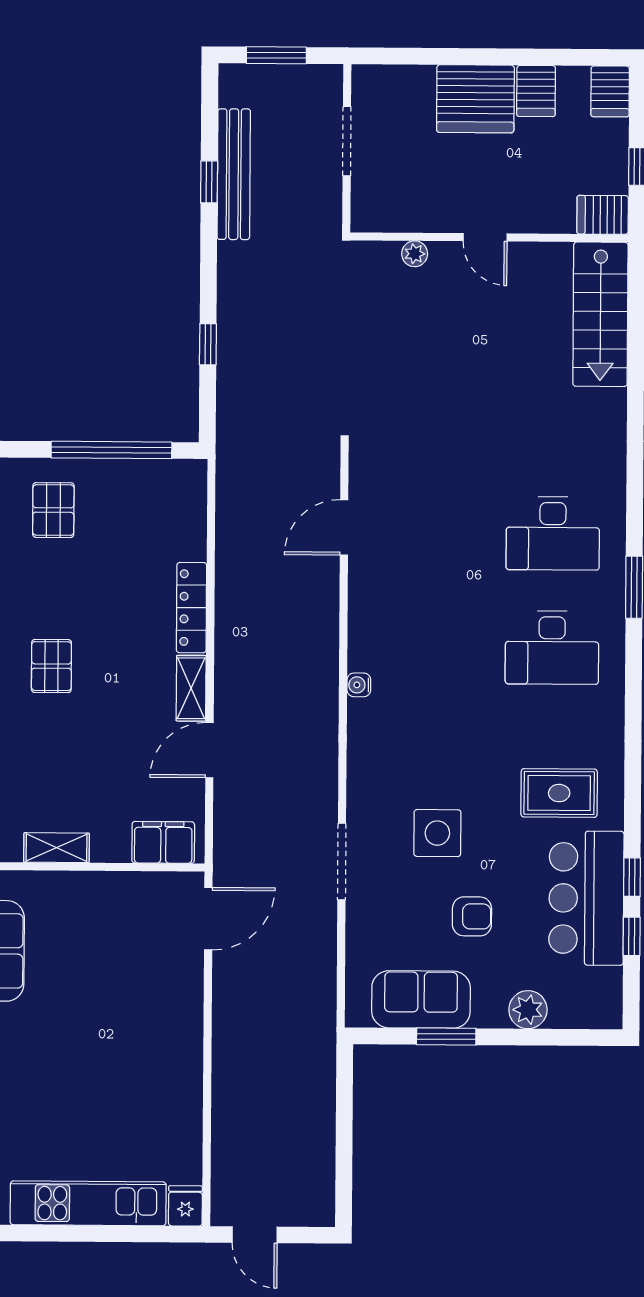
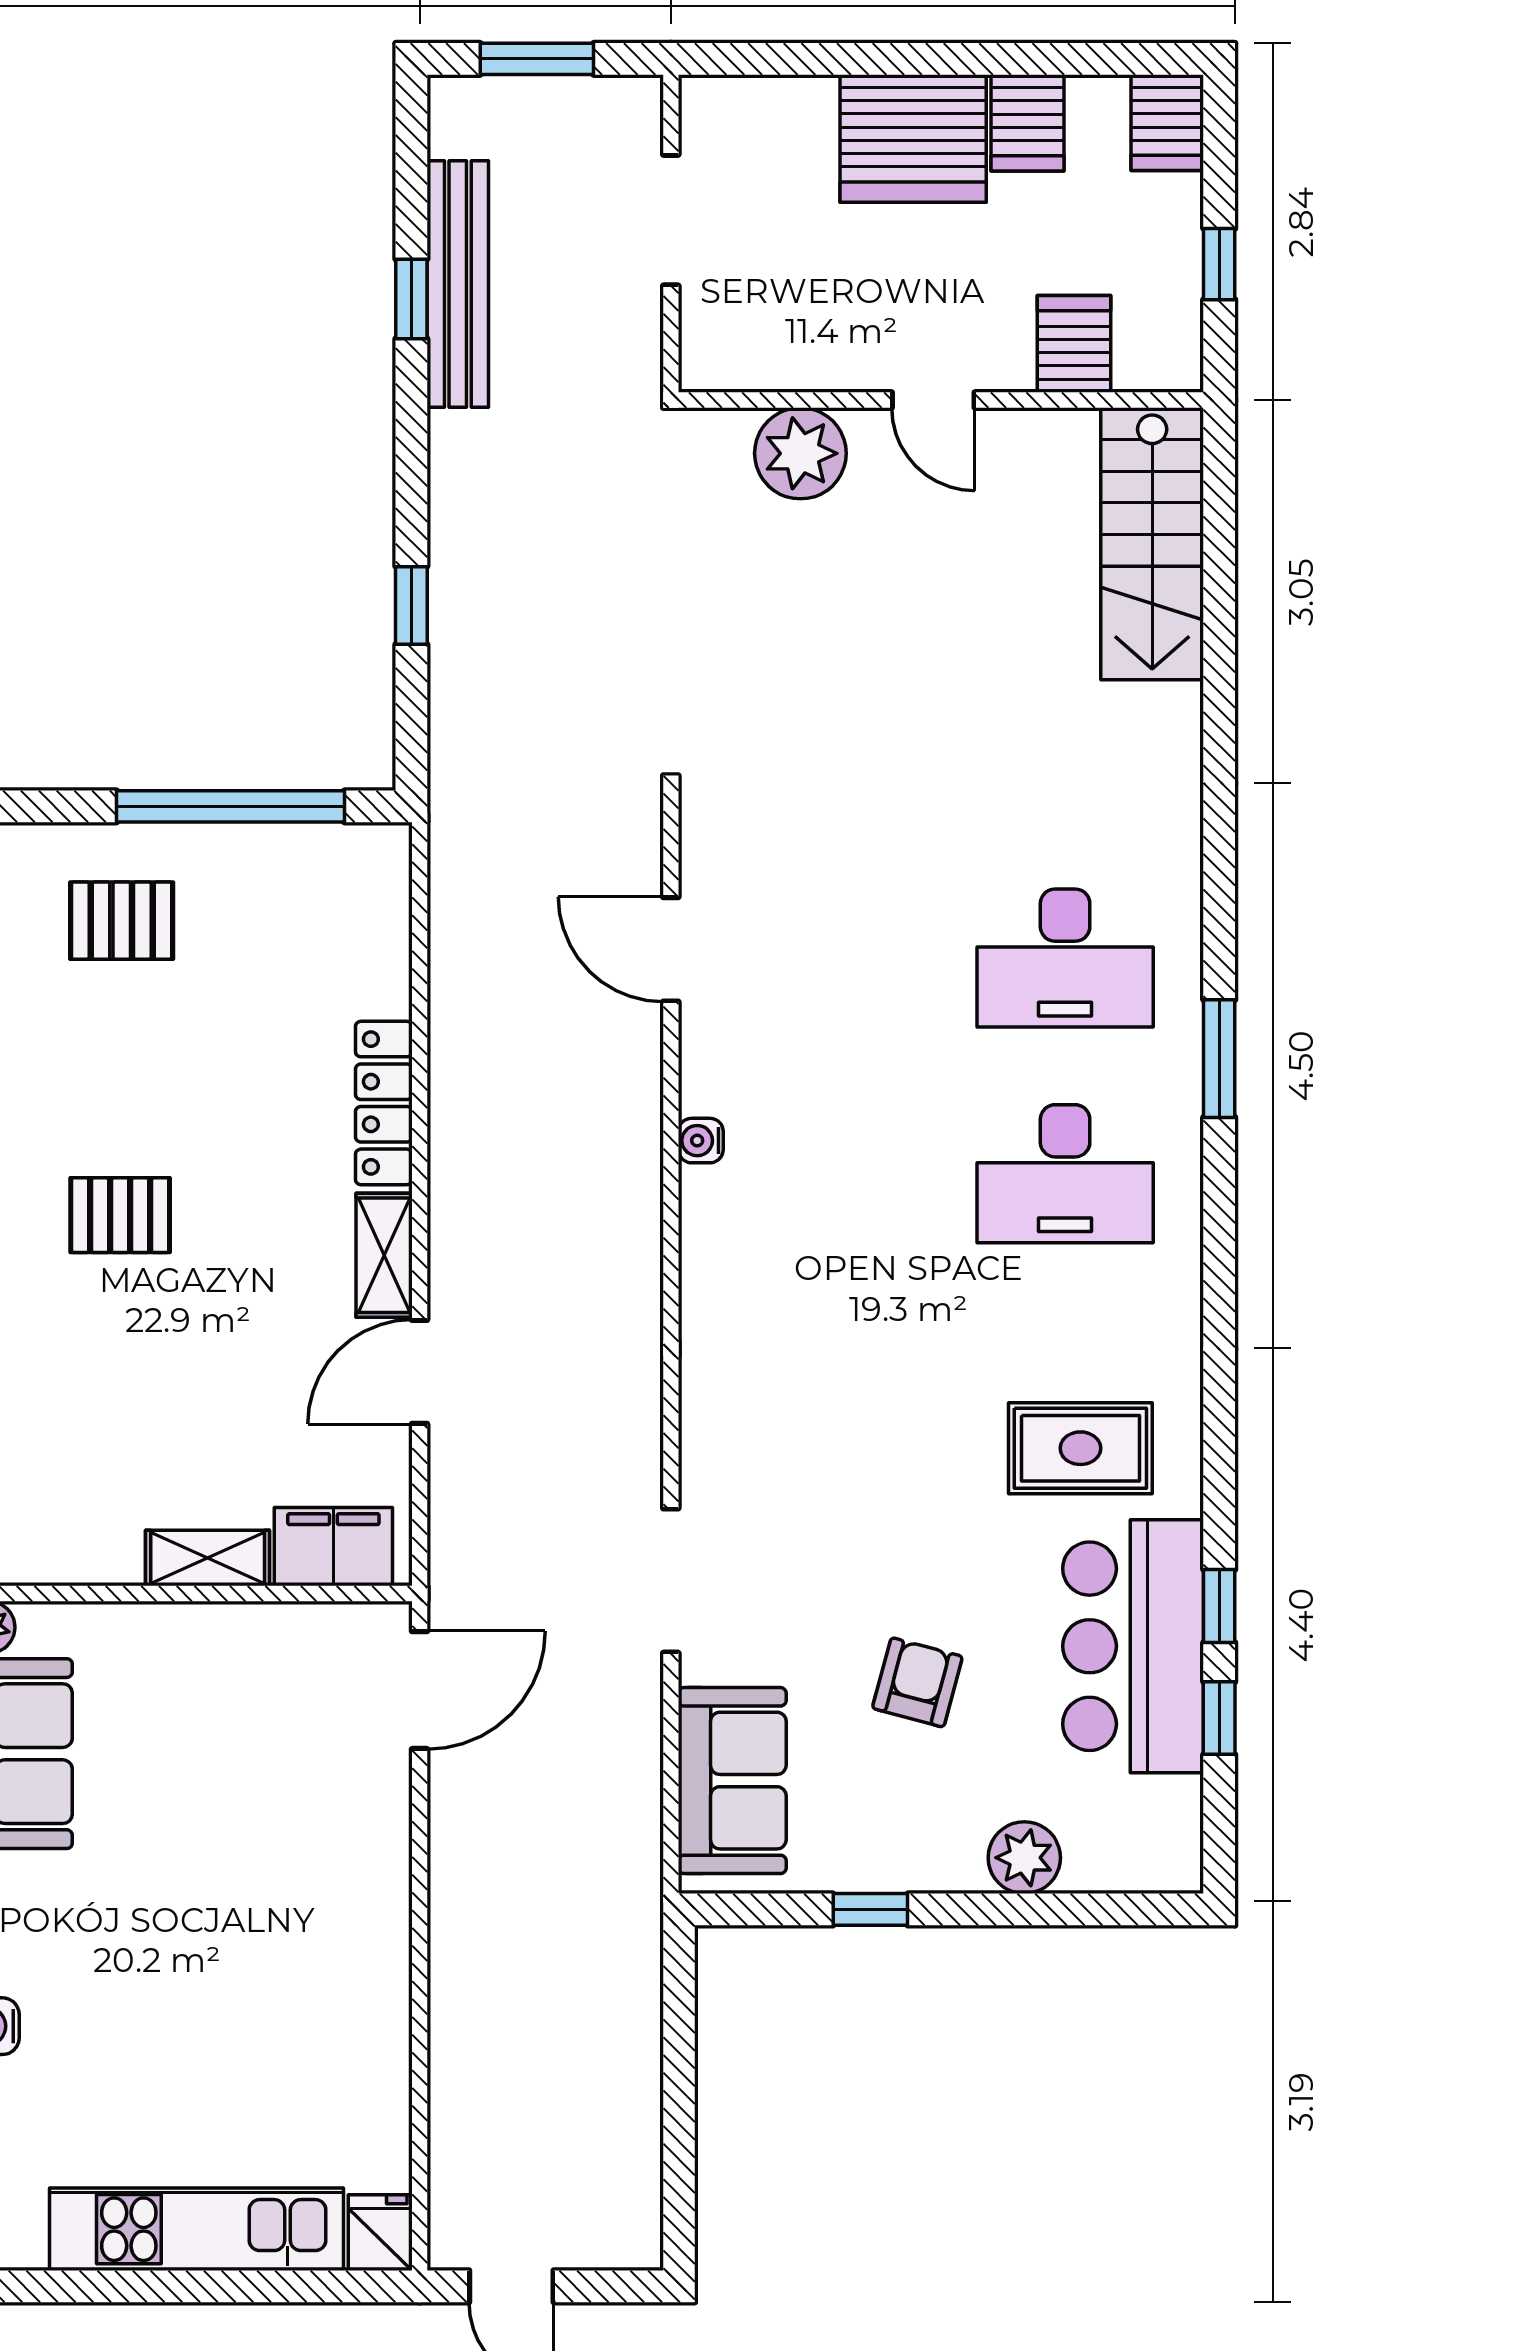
server rack: (603, 215) -> (1074, 344), moved, turned 90
plant: (415, 254) -> (800, 453), width x1.88, depth x1.88
pallet: (53, 510) -> (122, 921), turned 90
door: (344, 527) -> (671, 949), hinge flipped
pallet: (51, 666) -> (120, 1215), turned 90
water cooler: (359, 685) -> (701, 1141), moved
side table: (437, 833) -> (851, 1525), removed
shelving: (56, 848) -> (208, 1558), moved
armchair: (472, 916) -> (917, 1682), turned -75
sofa: (421, 999) -> (732, 1781), moved, turned 90
window: (446, 1036) -> (870, 1909), width x0.67

